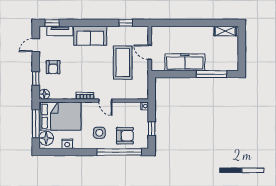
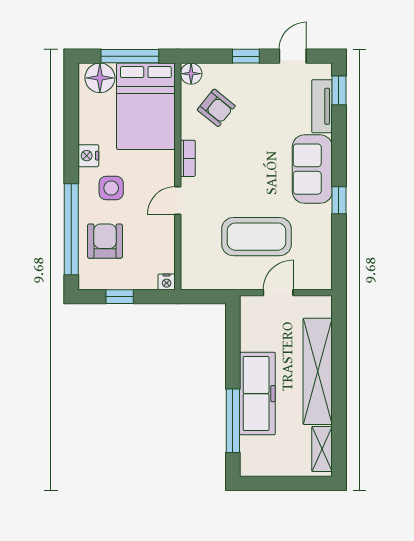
window: (126, 23) -> (339, 200), moved
shelving: (188, 33) -> (318, 371), added
door: (36, 45) -> (293, 56), hinge flipped
freezer: (185, 62) -> (257, 394), moved
armchair: (53, 67) -> (216, 108), moved, turned -141
window: (36, 78) -> (246, 56), moved
armchair: (125, 136) -> (105, 241), turned 180
nightstand: (67, 144) -> (88, 156), moved

